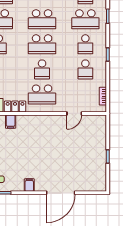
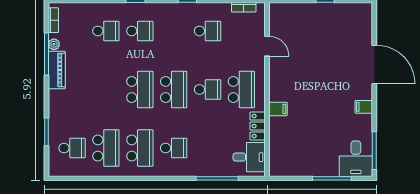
school desk: (85, 19) -> (140, 31), width x0.54
school desk: (85, 44) -> (174, 31), removed
filing cabinet: (11, 122) -> (278, 109), moved

